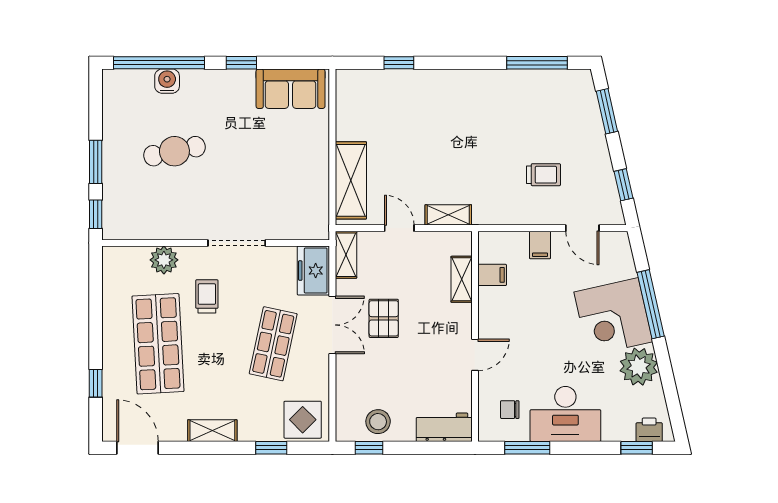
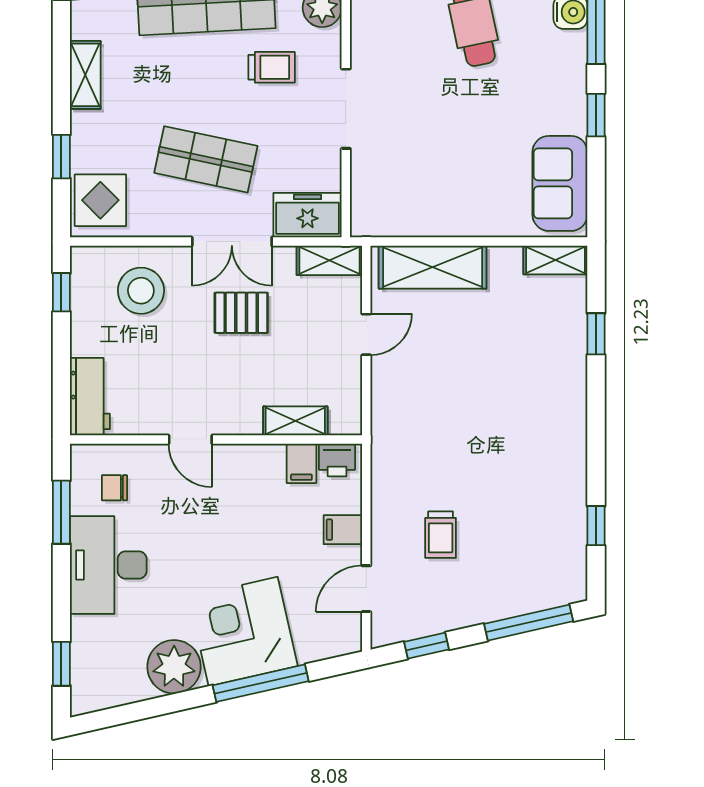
window: (537, 63) -> (596, 526), width x0.46
window: (607, 111) -> (529, 623), width x1.44
shelving: (448, 215) -> (555, 260), moved, turned 90
chair: (510, 410) -> (114, 488), turned -90
stool: (378, 422) -> (141, 291), moved, width x1.38, depth x1.38
printer: (649, 430) -> (337, 460), moved, turned 90

